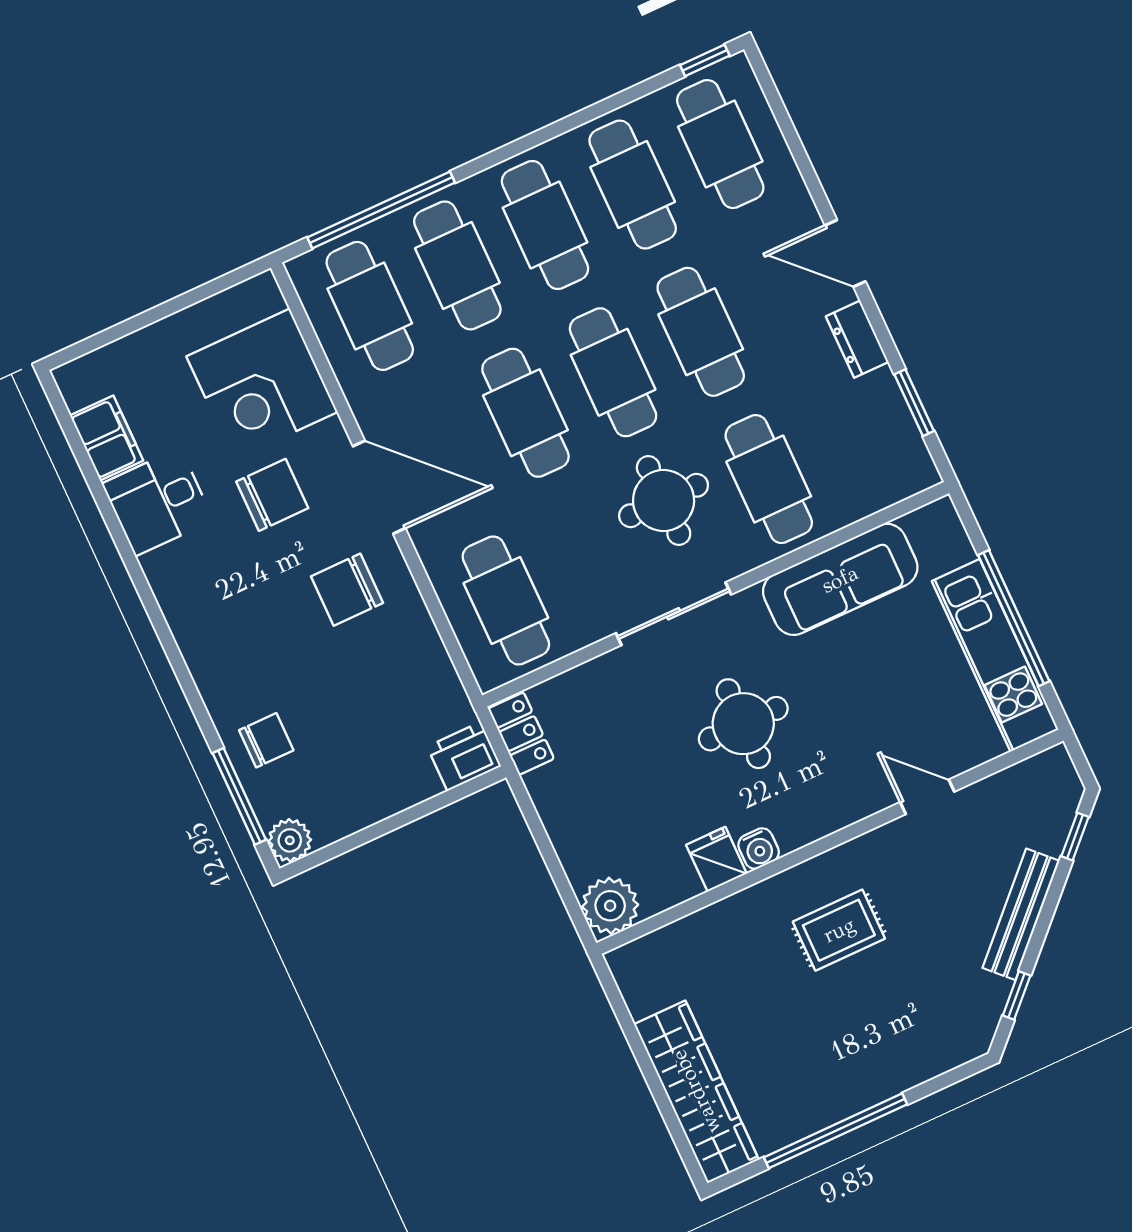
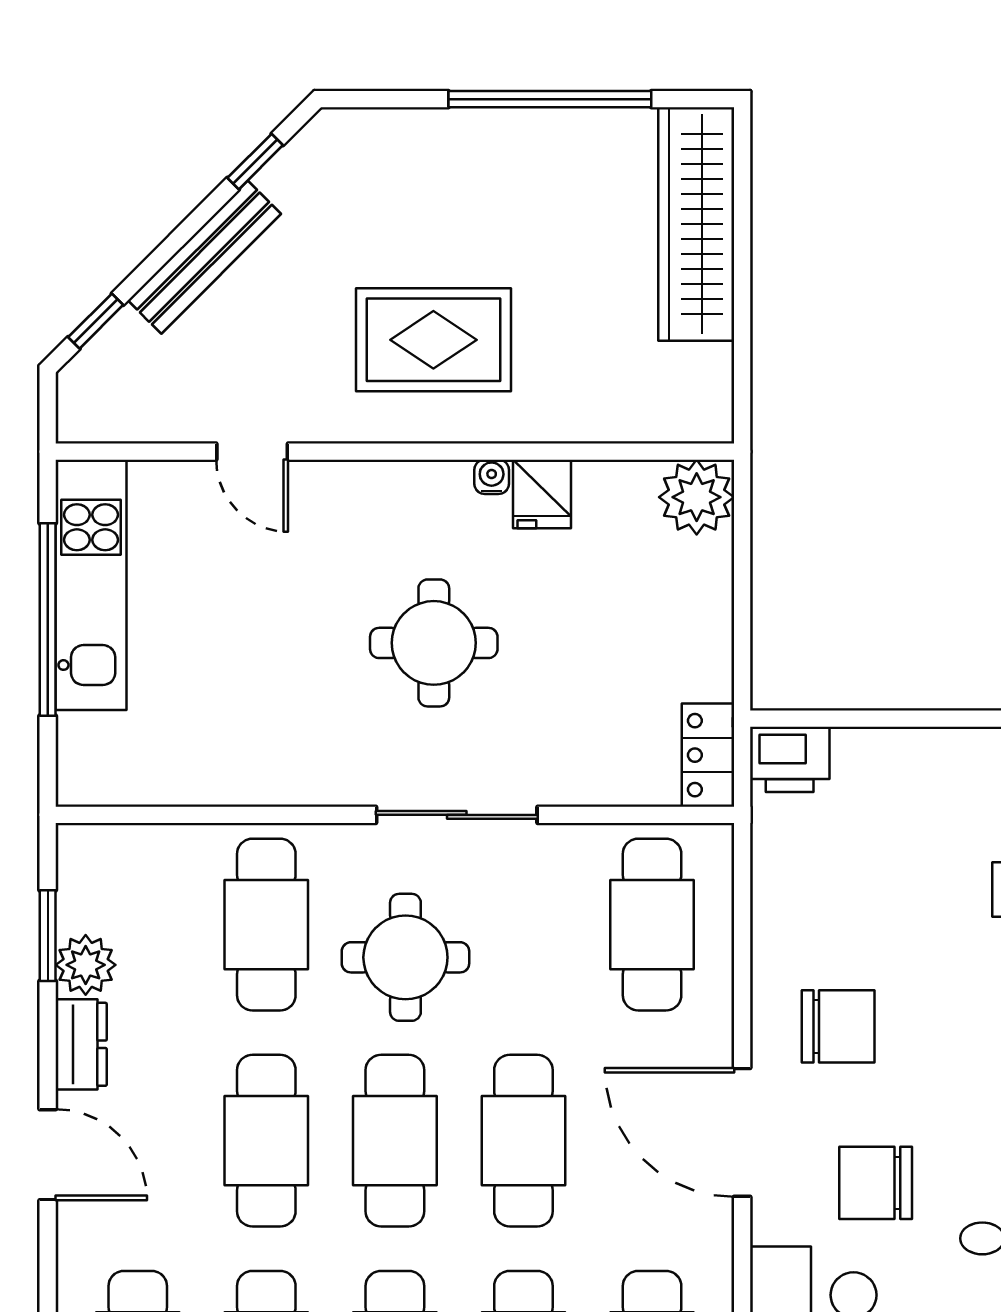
plant: (879, 395) -> (86, 965), added
sofa: (840, 579) -> (236, 763), removed
water cooler: (759, 849) -> (492, 477), width x0.72, depth x0.72
rug: (839, 930) -> (433, 340), width x1.36, depth x1.43

